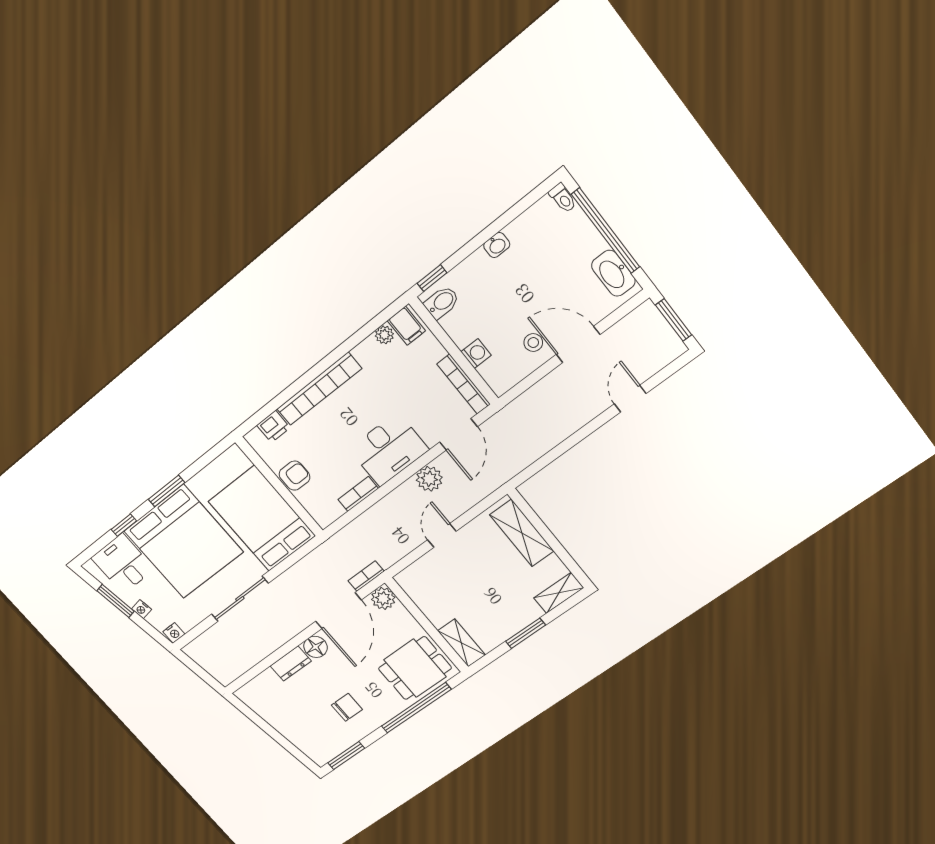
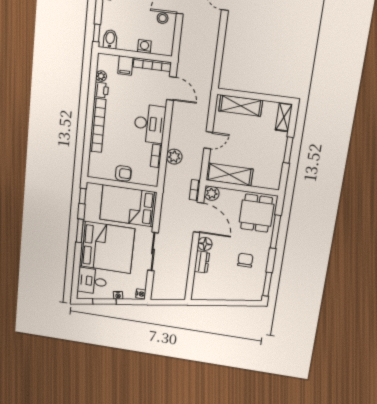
filing cabinet: (406, 326) -> (125, 66), moved, turned 90
printer: (273, 426) -> (101, 90), moved
armchair: (295, 476) -> (123, 173), turned 90
plant: (429, 479) -> (174, 157), moved
window: (124, 525) -> (83, 196), moved
door: (442, 535) -> (208, 140), swing flipped
shelving: (462, 643) -> (229, 175), moved, width x1.50, depth x1.33
window: (416, 708) -> (275, 232), width x0.68

